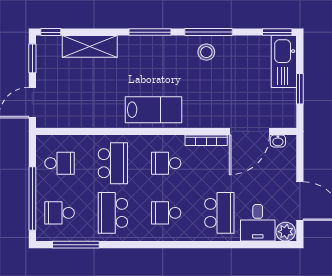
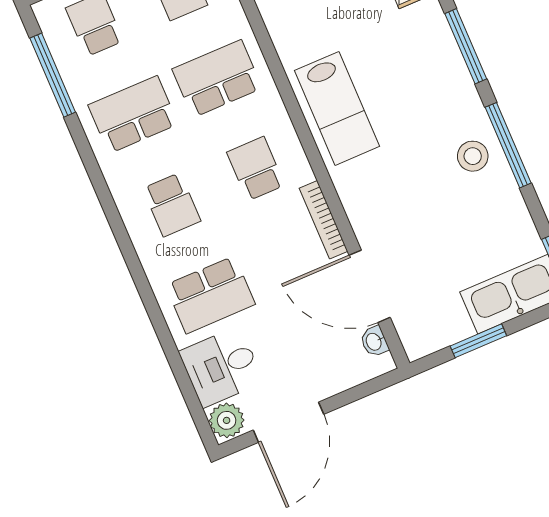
school desk: (113, 163) -> (217, 79), turned 180
school desk: (166, 213) -> (172, 205), turned 180

